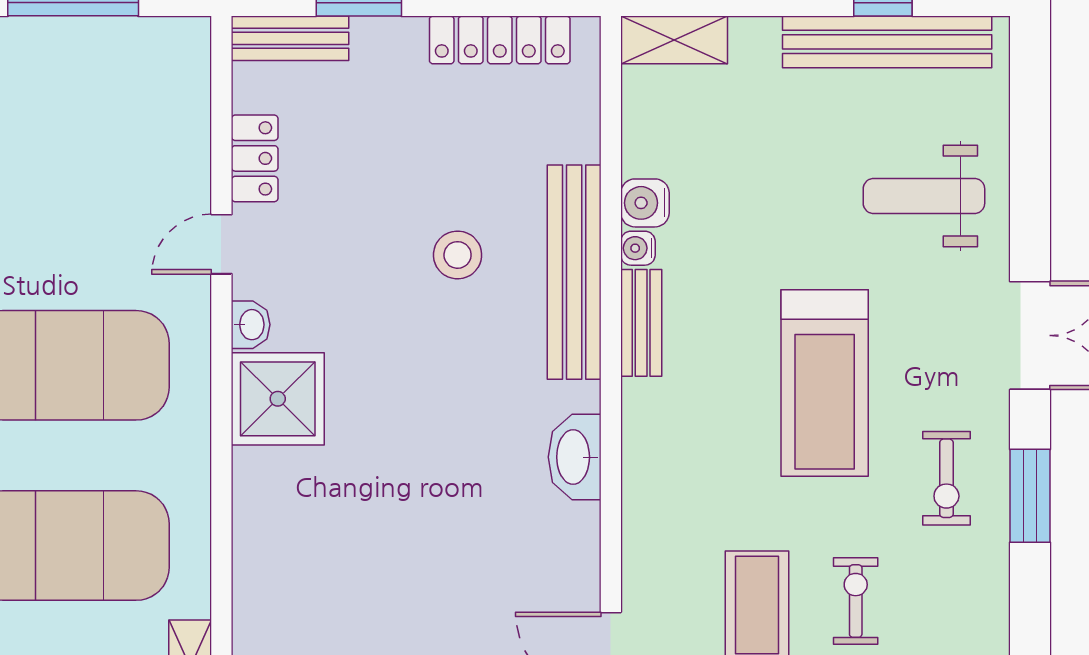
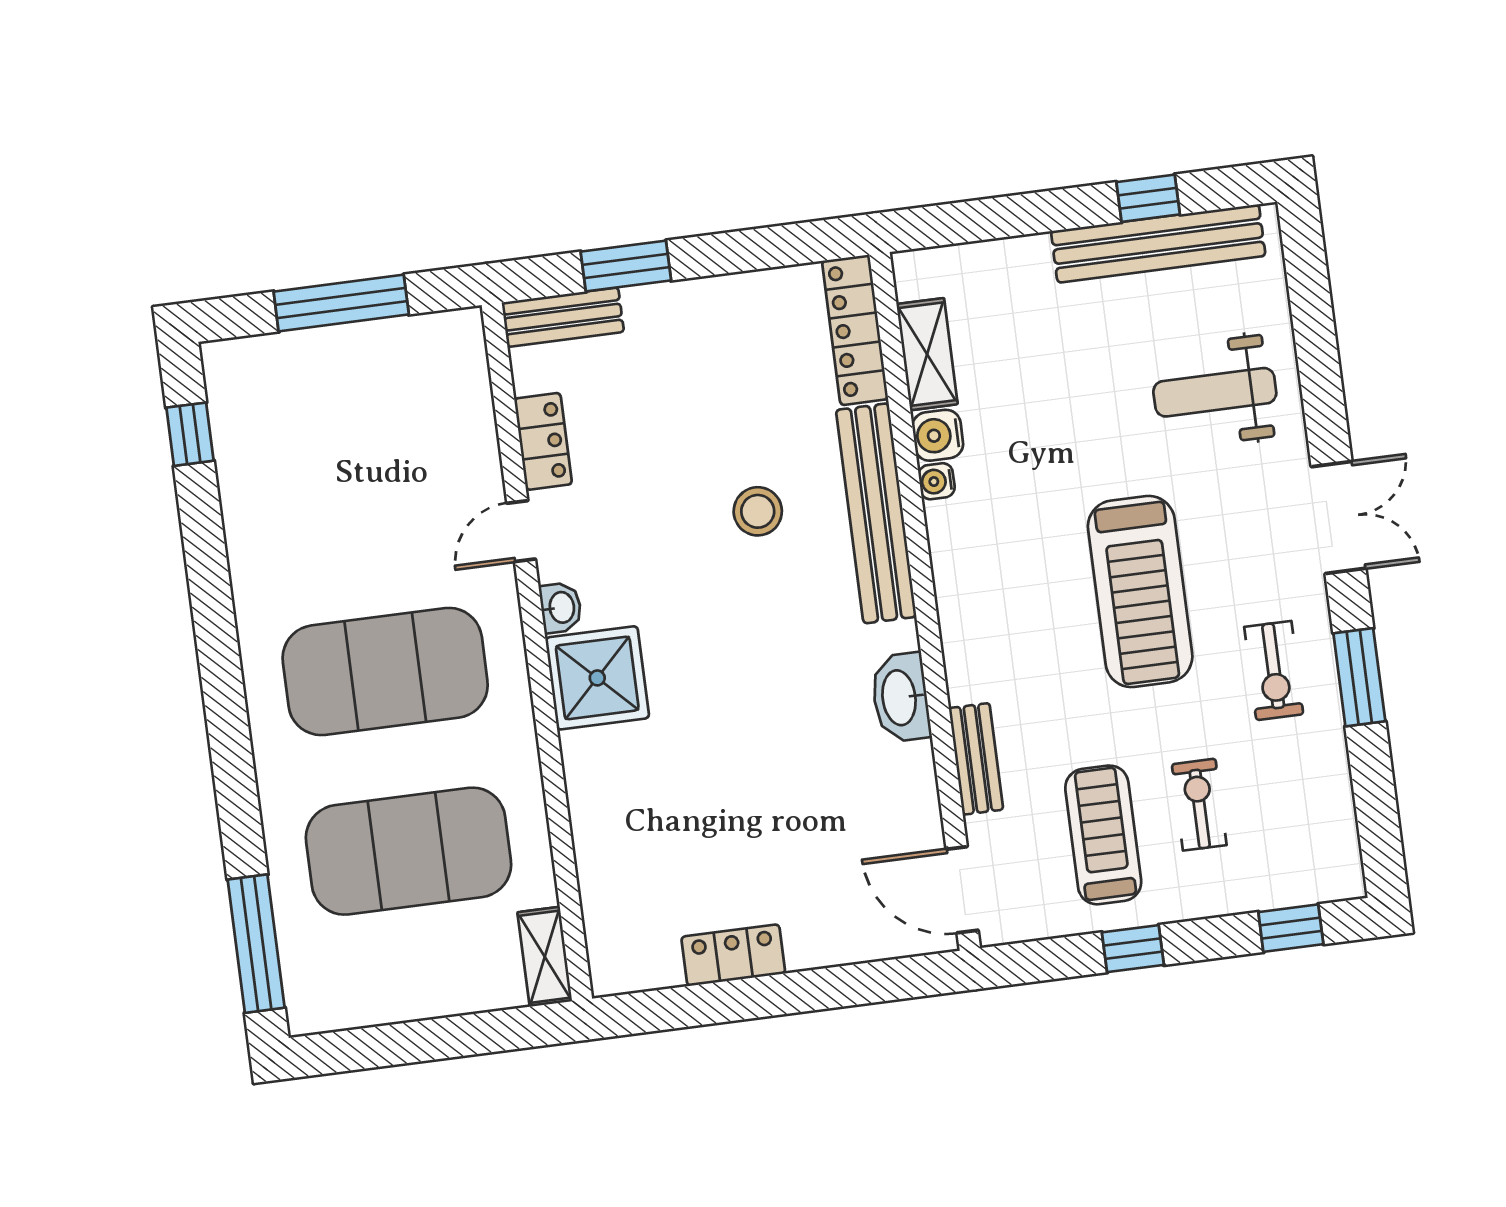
locker: (500, 40) -> (855, 330), moved, turned 90
shelving: (674, 40) -> (927, 354), moved, turned 90
bench: (641, 323) -> (976, 759), moved

